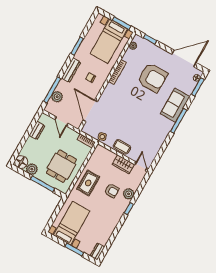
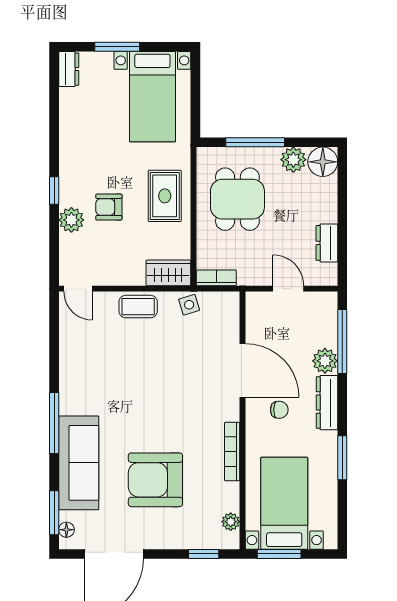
plant: (57, 97) -> (325, 361), moved
sofa: (175, 105) -> (79, 463), width x1.36
door: (90, 111) -> (242, 370), moved
wardrobe: (123, 164) -> (168, 273), moved

